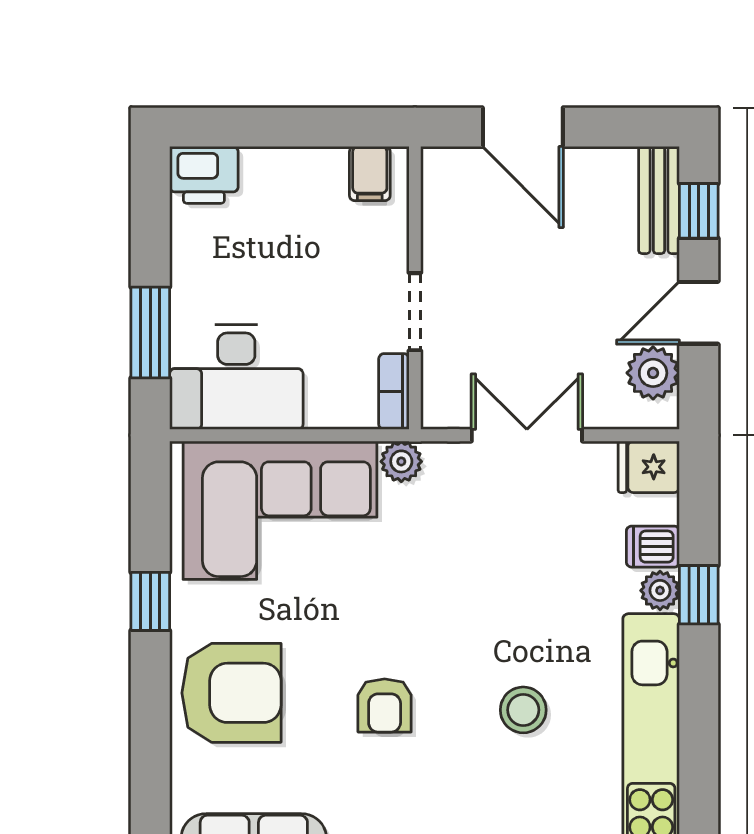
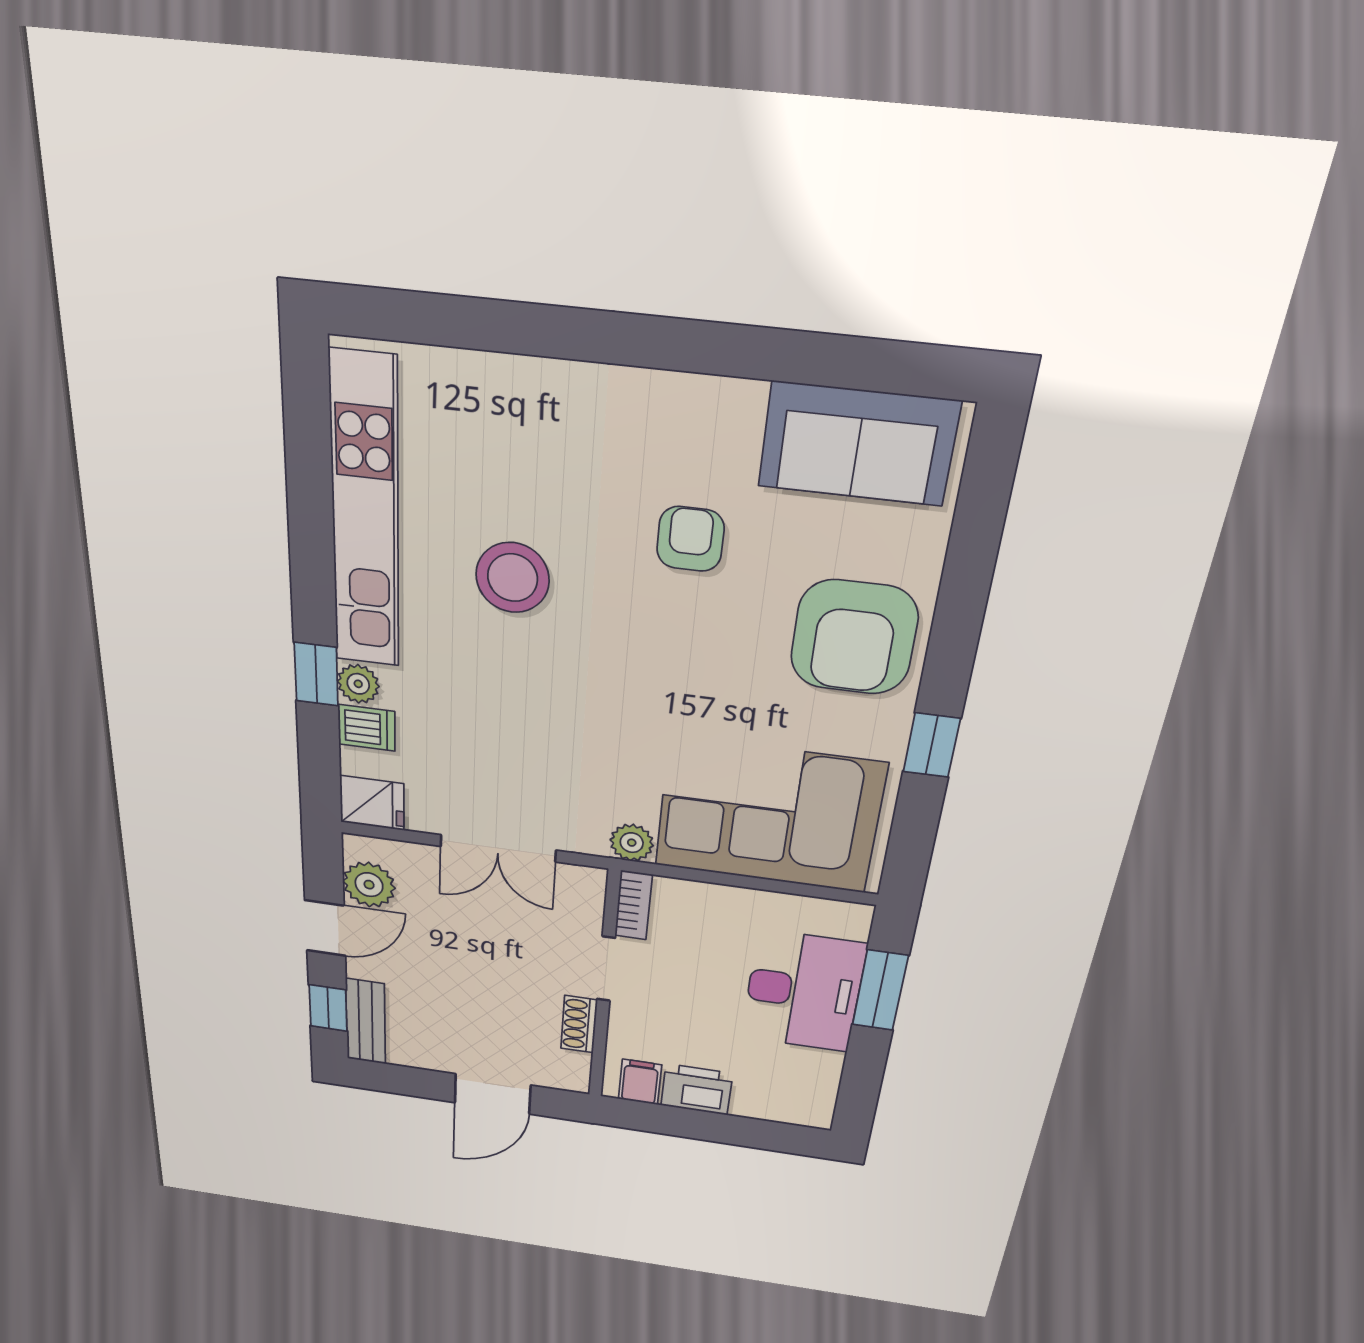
door: (523, 127) -> (493, 1094), swing flipped
printer: (204, 175) -> (697, 1089), moved
shoe rack: (437, 237) -> (579, 1024), added
desk: (236, 377) -> (803, 991), moved, turned 90
armchair: (231, 693) -> (854, 637), turned -90
armchair: (385, 706) -> (690, 539), moved
stool: (523, 710) -> (513, 578), width x1.38, depth x1.38

